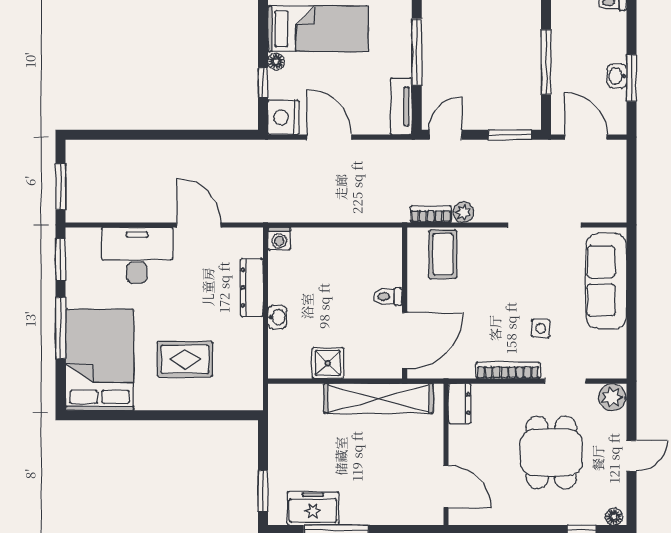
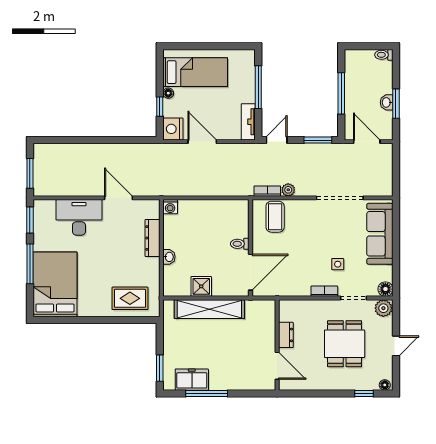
rug: (185, 359) -> (130, 298), moved
floor lamp: (615, 367) -> (385, 289), added
bookcase: (508, 370) -> (324, 291), width x0.64
shelving: (378, 398) -> (209, 309), moved
dresser: (460, 404) -> (286, 335), moved

